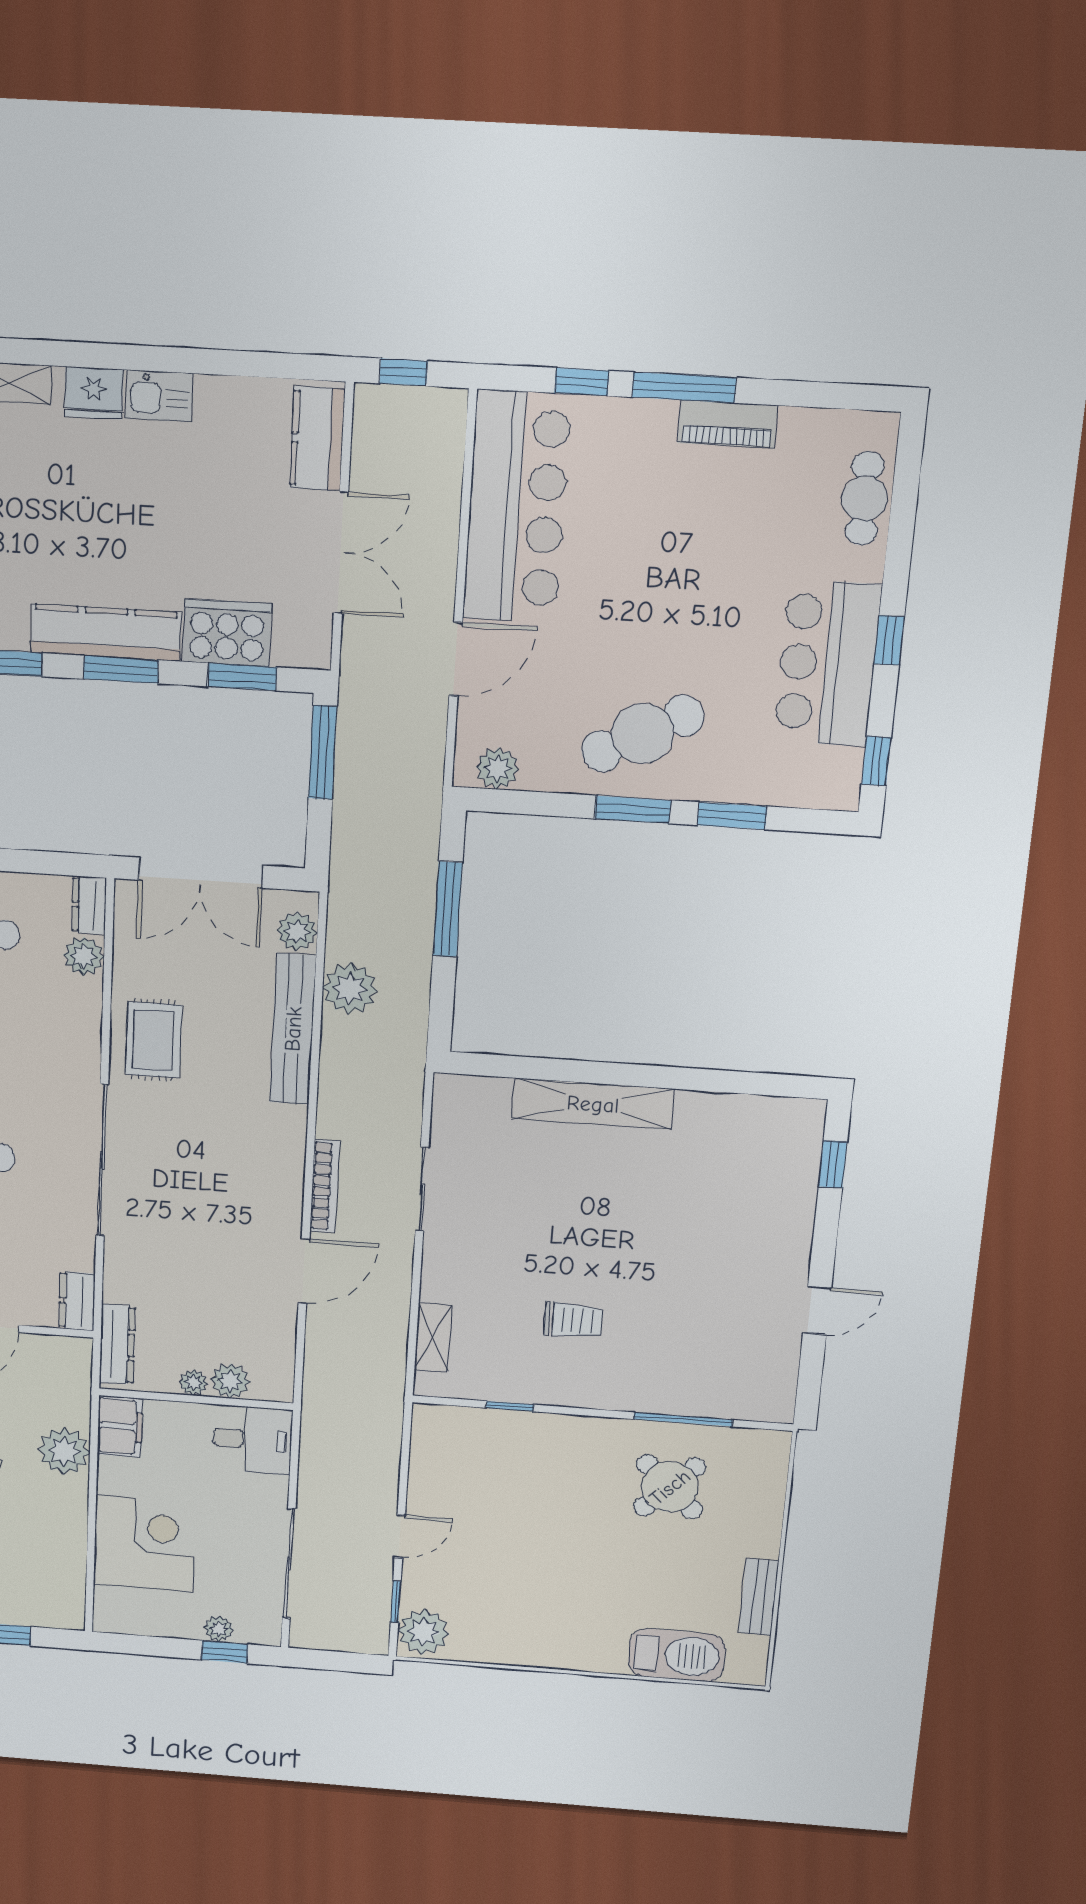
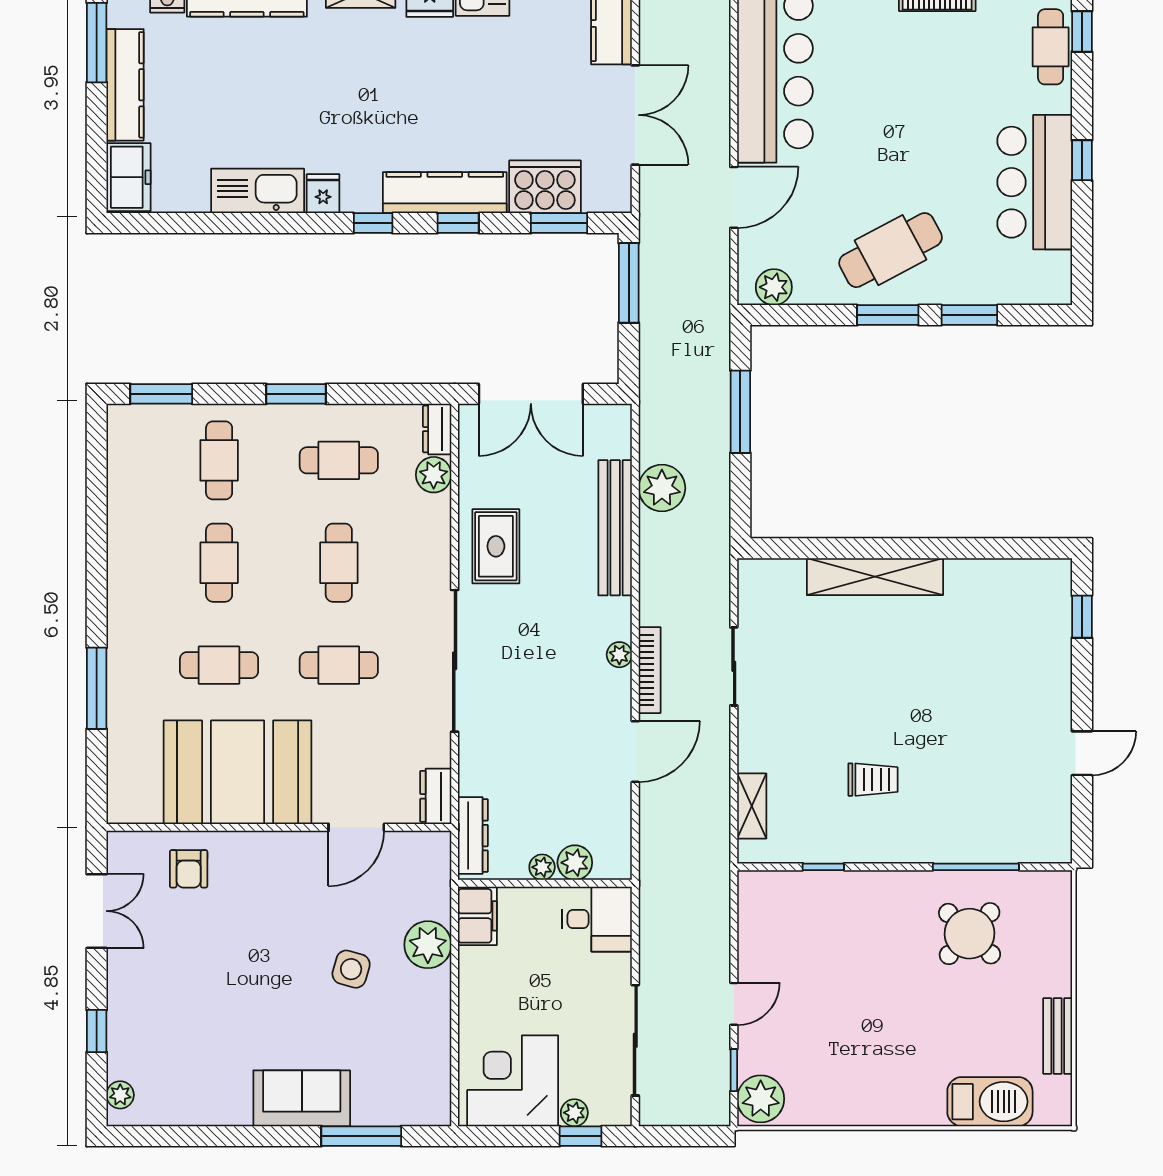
window: (121, 669) -> (458, 223), width x0.67
window: (876, 761) -> (1082, 31), moved
plant: (297, 931) -> (619, 655), moved, width x0.73, depth x0.73
corner desk: (144, 1543) -> (513, 1081), moved, turned -90

